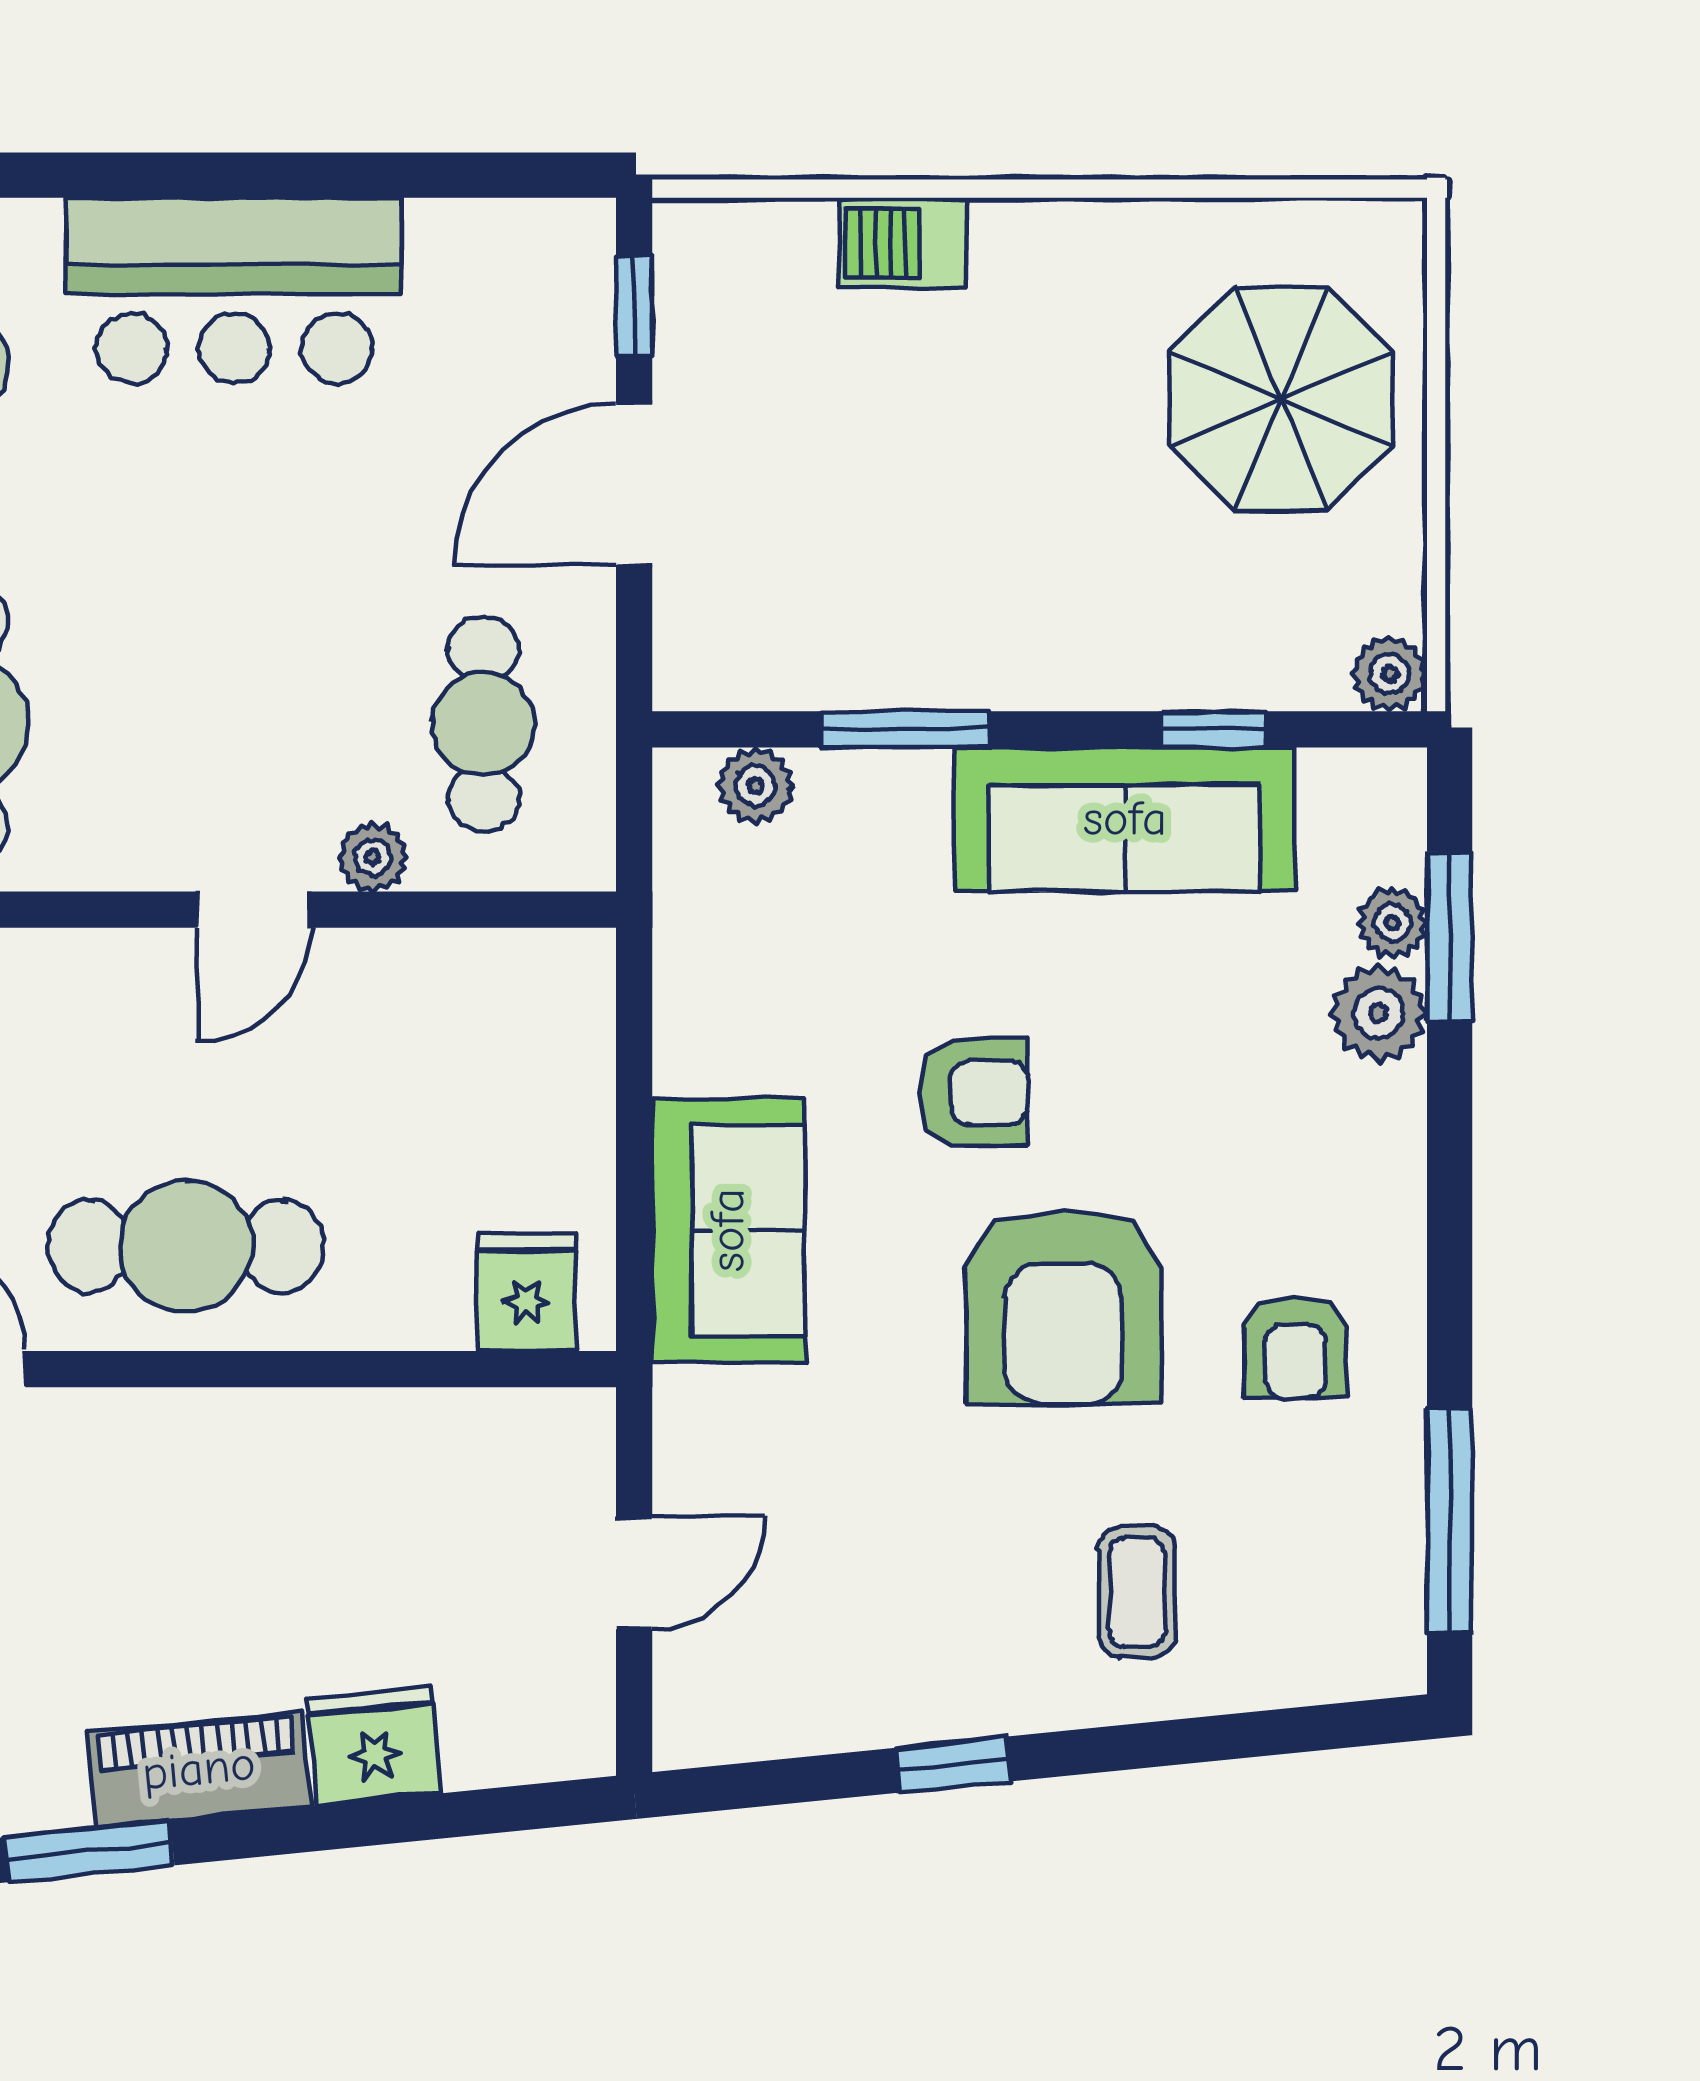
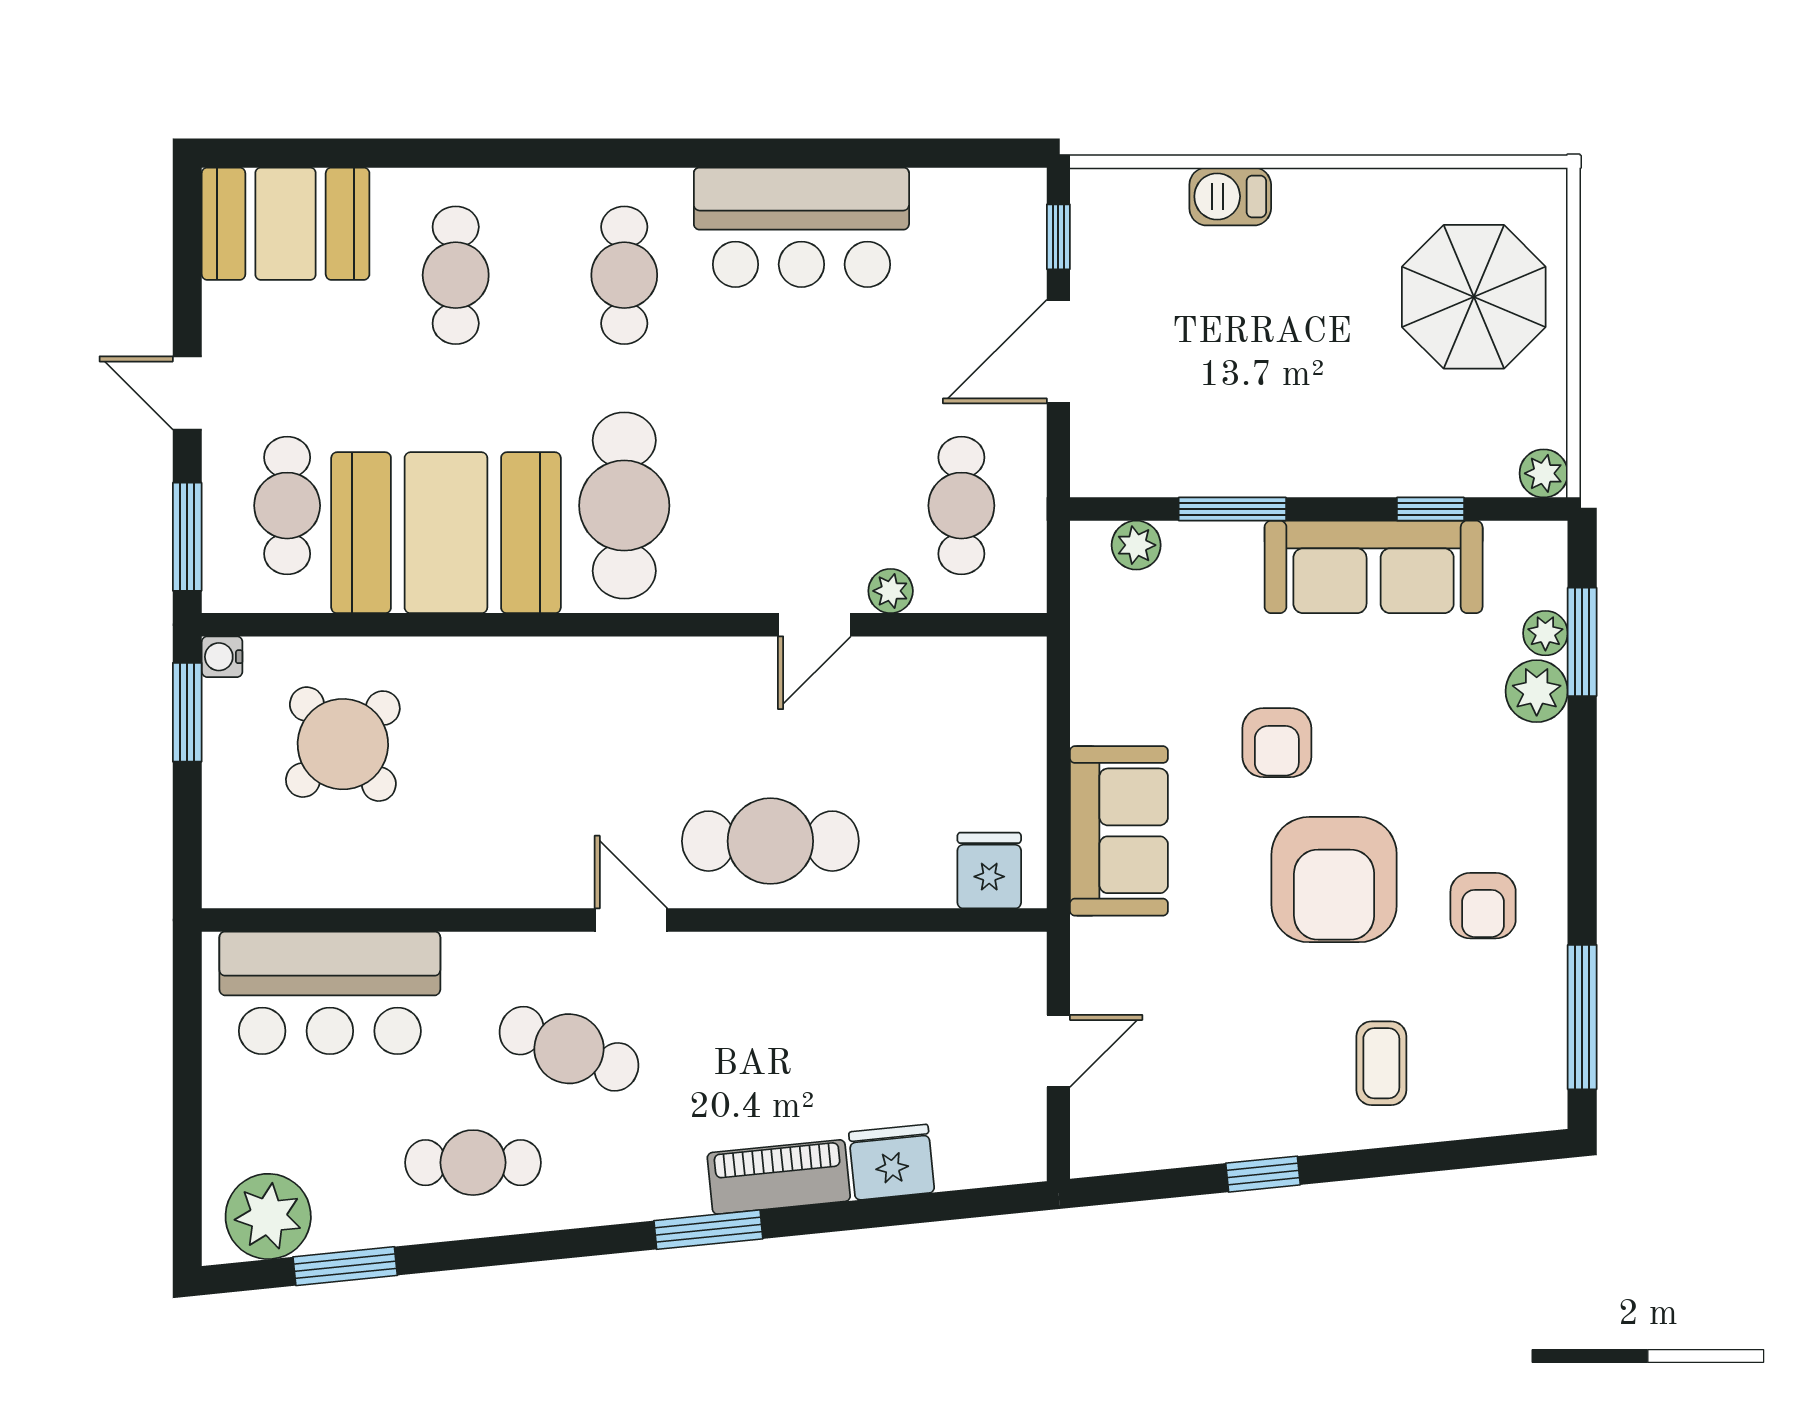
armchair: (974, 1093) -> (1277, 743), turned 90

